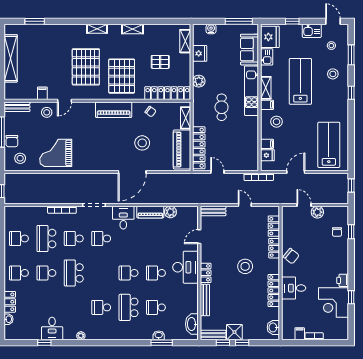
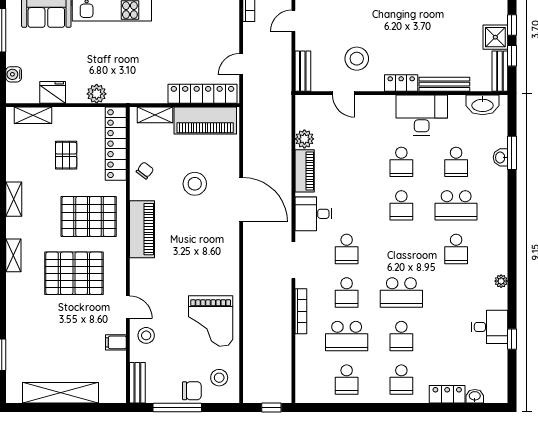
cafe table: (222, 107) -> (138, 58), removed
stool: (245, 266) -> (357, 59), moved
desk: (186, 267) -> (422, 115), moved

